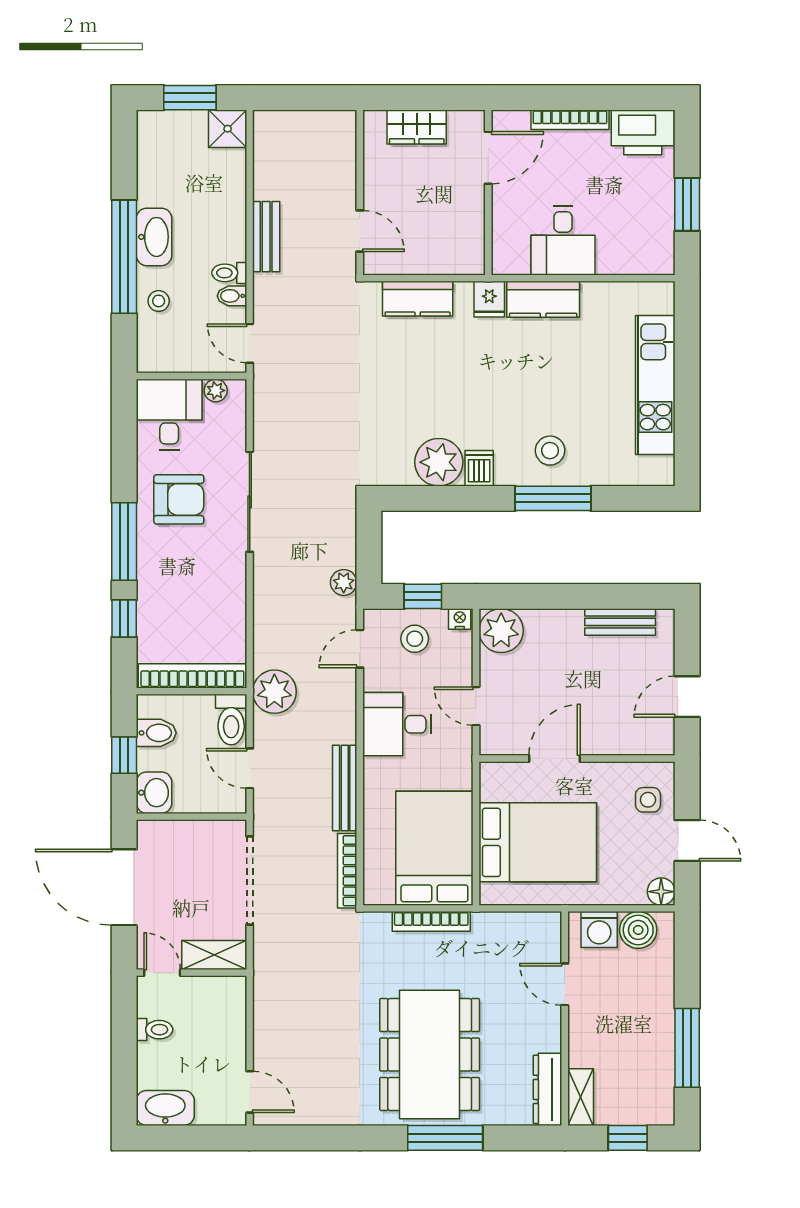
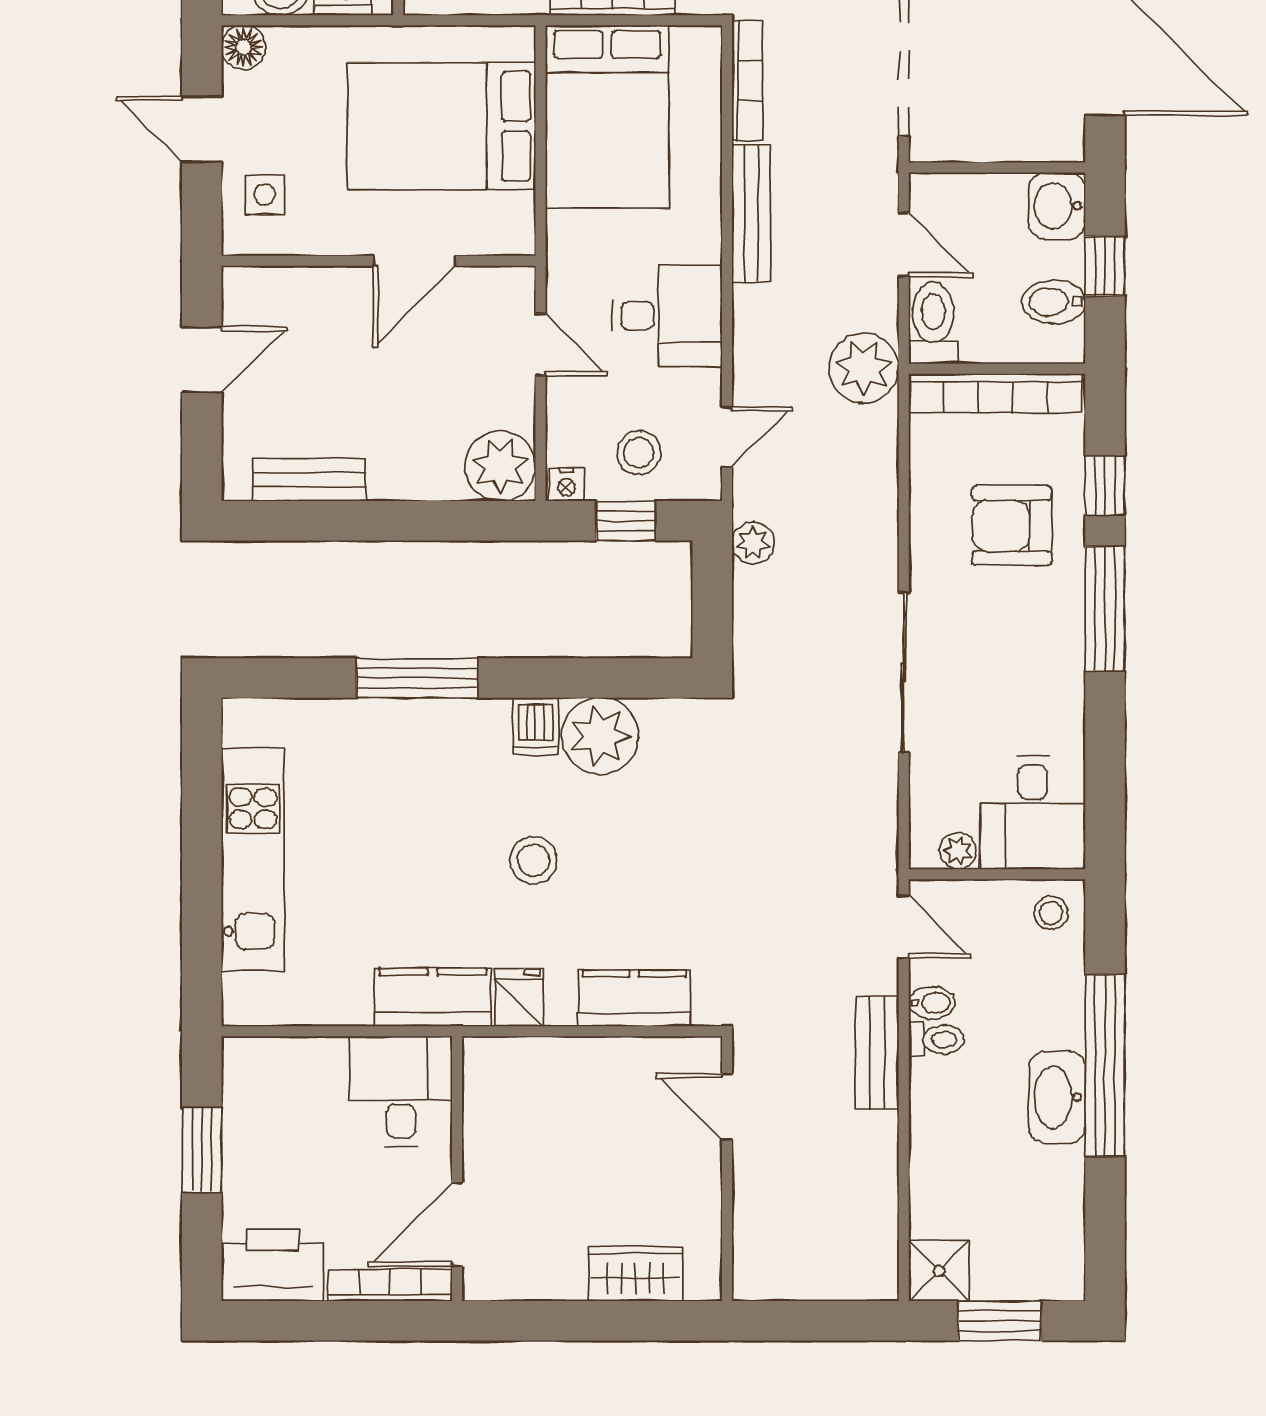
door: (488, 158) -> (457, 1224), moved
wall: (488, 192) -> (457, 1169), moved
bench: (266, 237) -> (877, 1053), moved
stool: (159, 301) -> (1051, 913), moved
stool: (550, 451) -> (534, 860), moved
armchair: (179, 499) -> (1012, 526), moved

